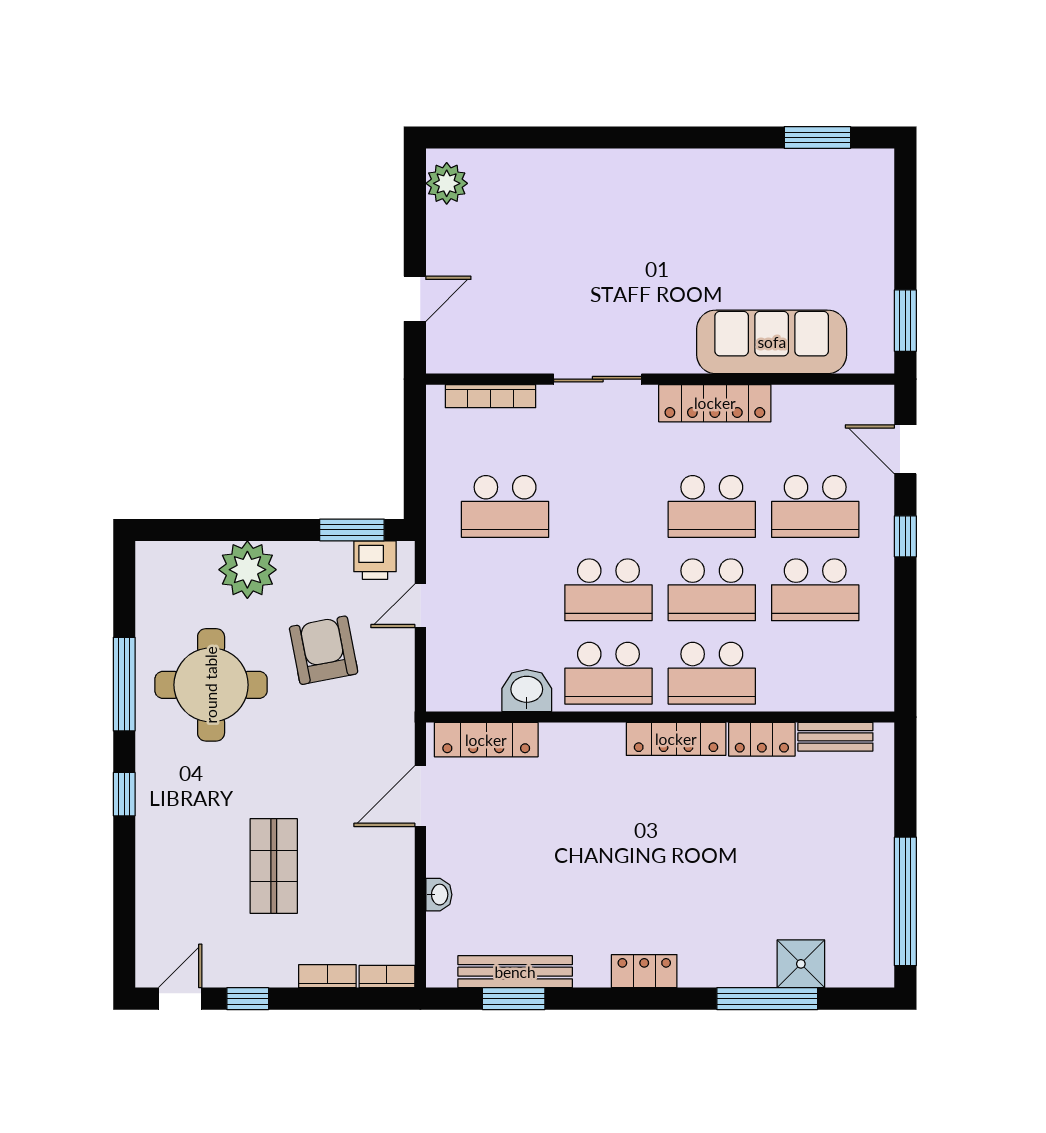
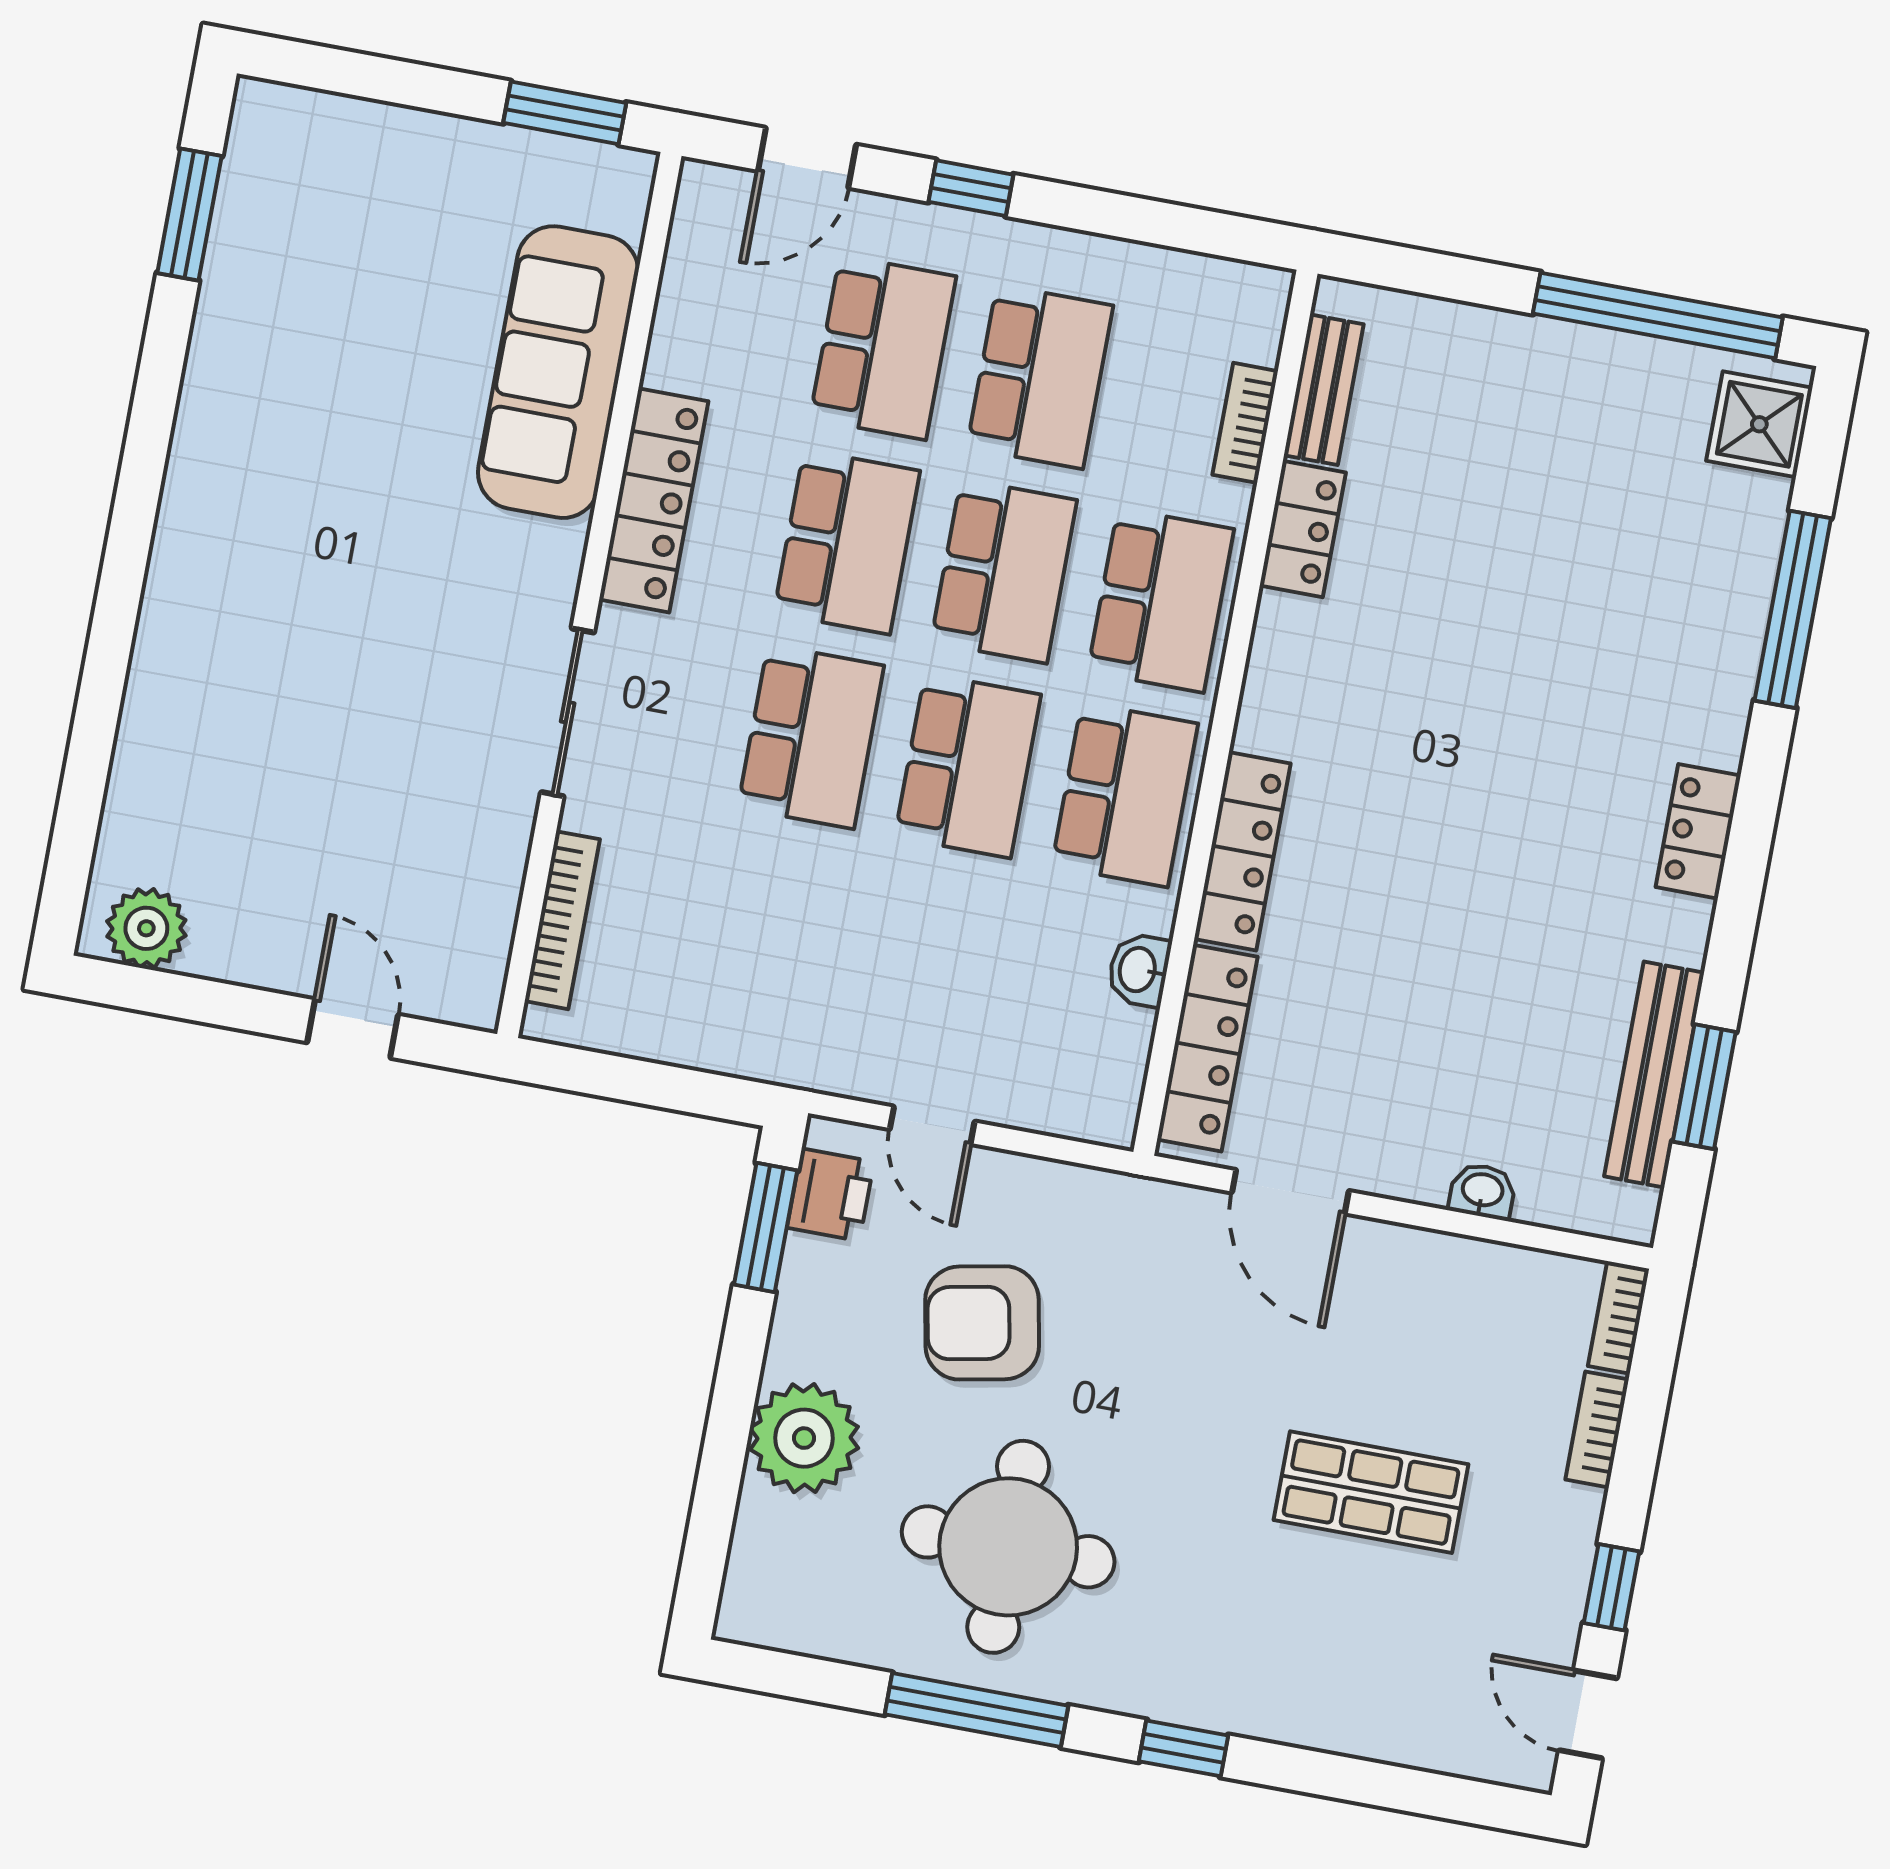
school desk: (505, 506) -> (811, 737), moved
washbasin: (527, 691) -> (1139, 970), width x0.72, depth x0.69
bookcase: (811, 700) -> (1245, 423), added
locker: (676, 739) -> (1242, 851), moved
shower: (801, 964) -> (1759, 424), moved

